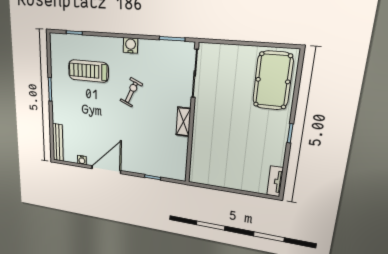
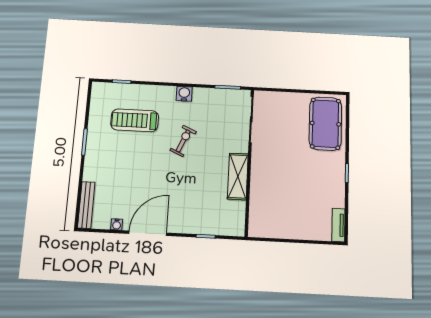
shelving: (183, 122) -> (238, 176), width x1.50, depth x1.33

